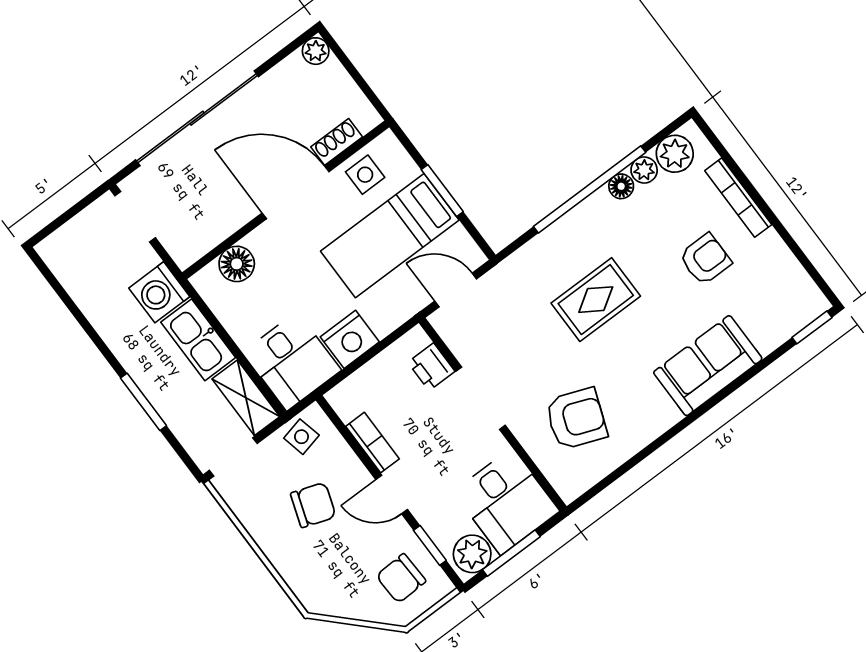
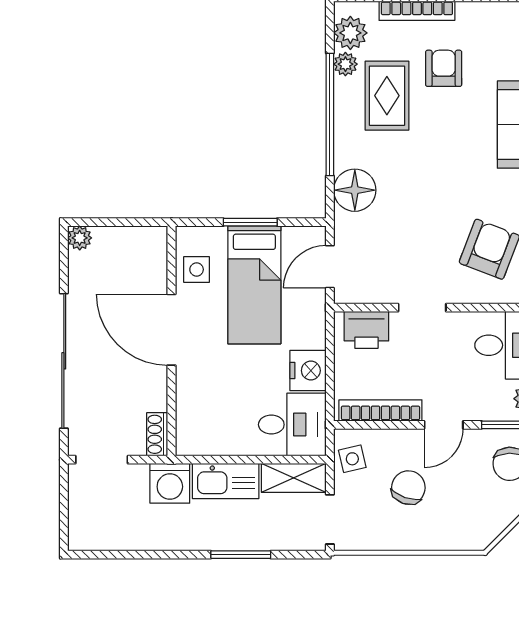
shoe rack: (337, 142) -> (157, 434), moved
floor lamp: (621, 186) -> (355, 190), moved, width x1.89, depth x1.89
door: (296, 192) -> (171, 330), hinge flipped
floor lamp: (237, 264) -> (191, 412), removed
rug: (596, 300) -> (387, 96), moved
printer: (431, 367) -> (366, 330), width x1.36, depth x1.24
doorway: (481, 398) -> (422, 308), width x0.73
bookcase: (373, 443) -> (380, 410), width x1.56

